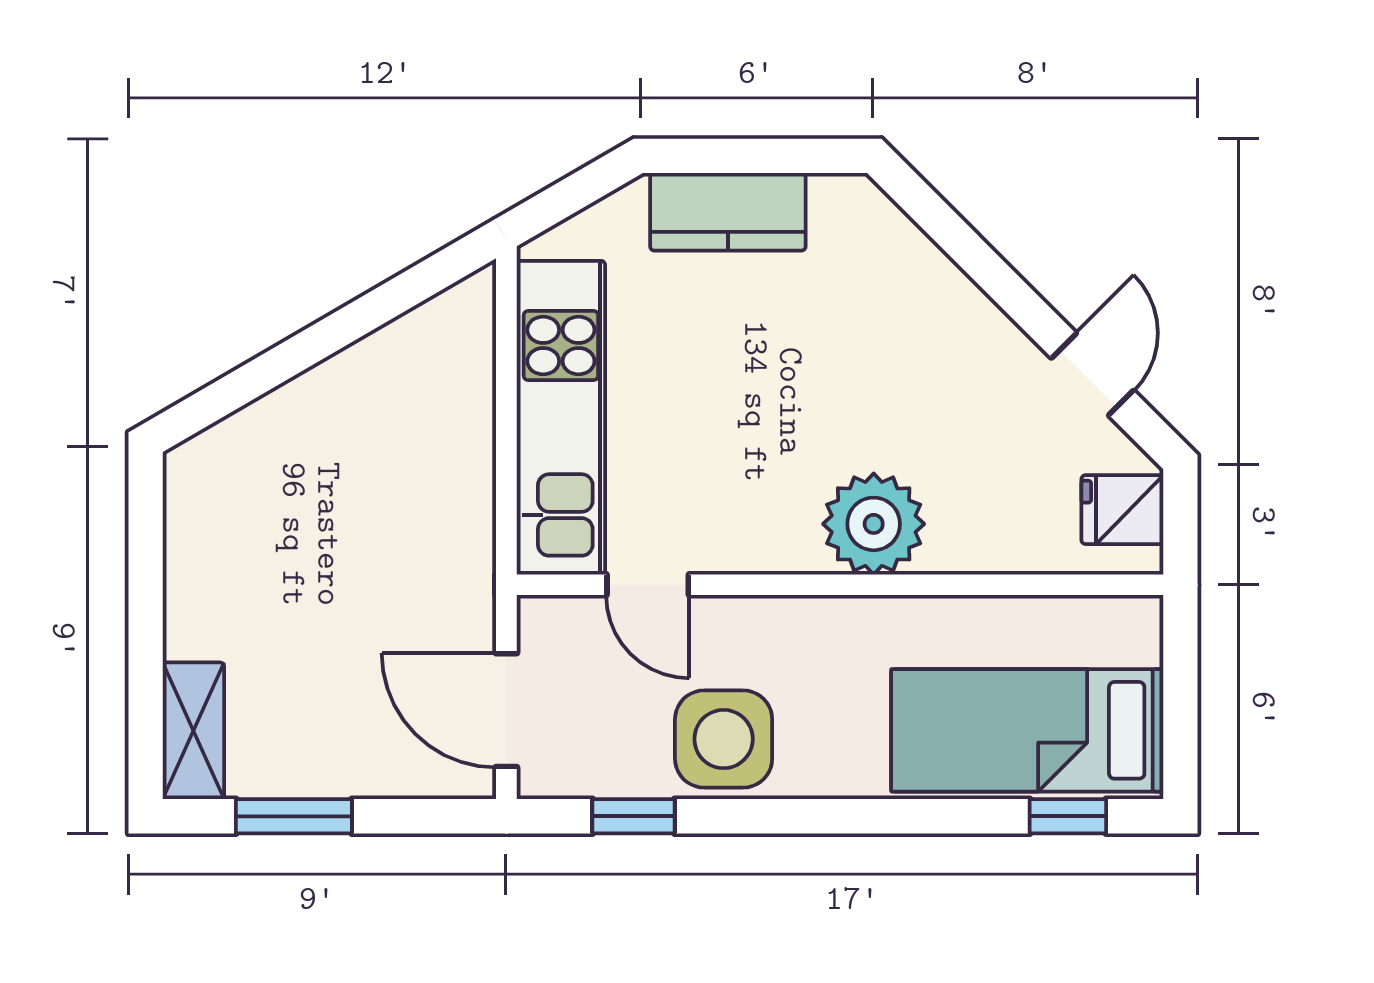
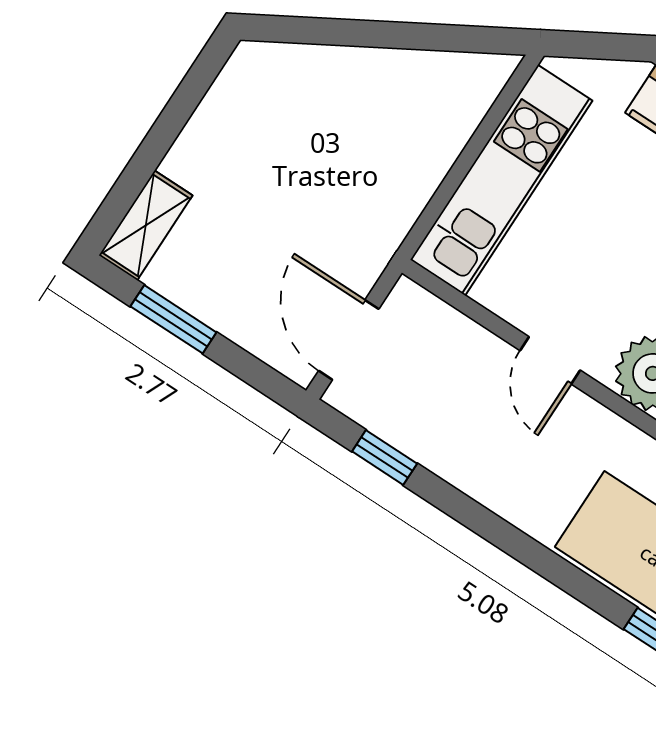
door: (648, 585) -> (550, 360), moved
side table: (724, 739) -> (472, 446), removed

